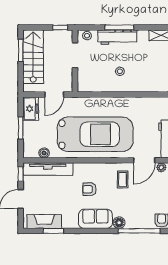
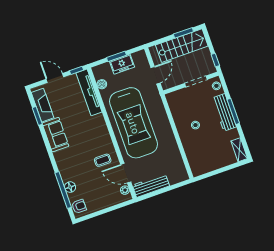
door: (54, 94) -> (155, 75), swing flipped
freezer: (31, 109) -> (122, 64), moved
armchair: (89, 189) -> (84, 134), removed
sofa: (95, 219) -> (55, 135), moved
floor lamp: (119, 223) -> (70, 187), moved

